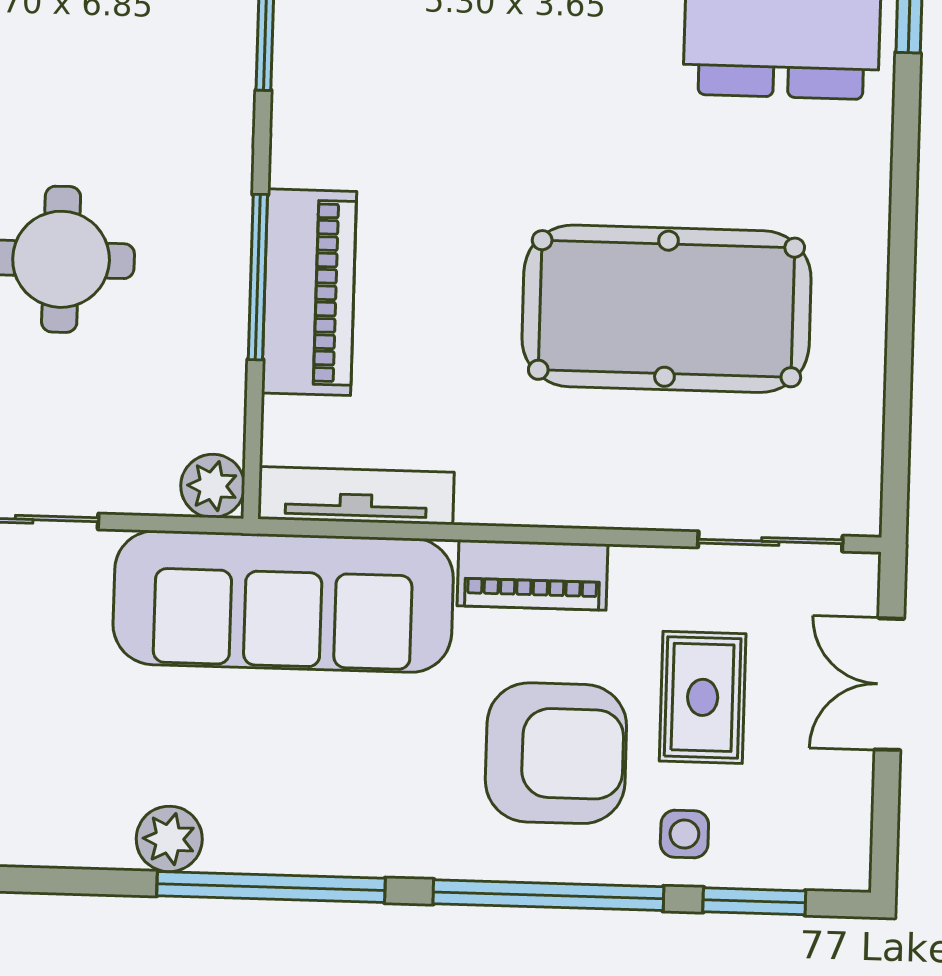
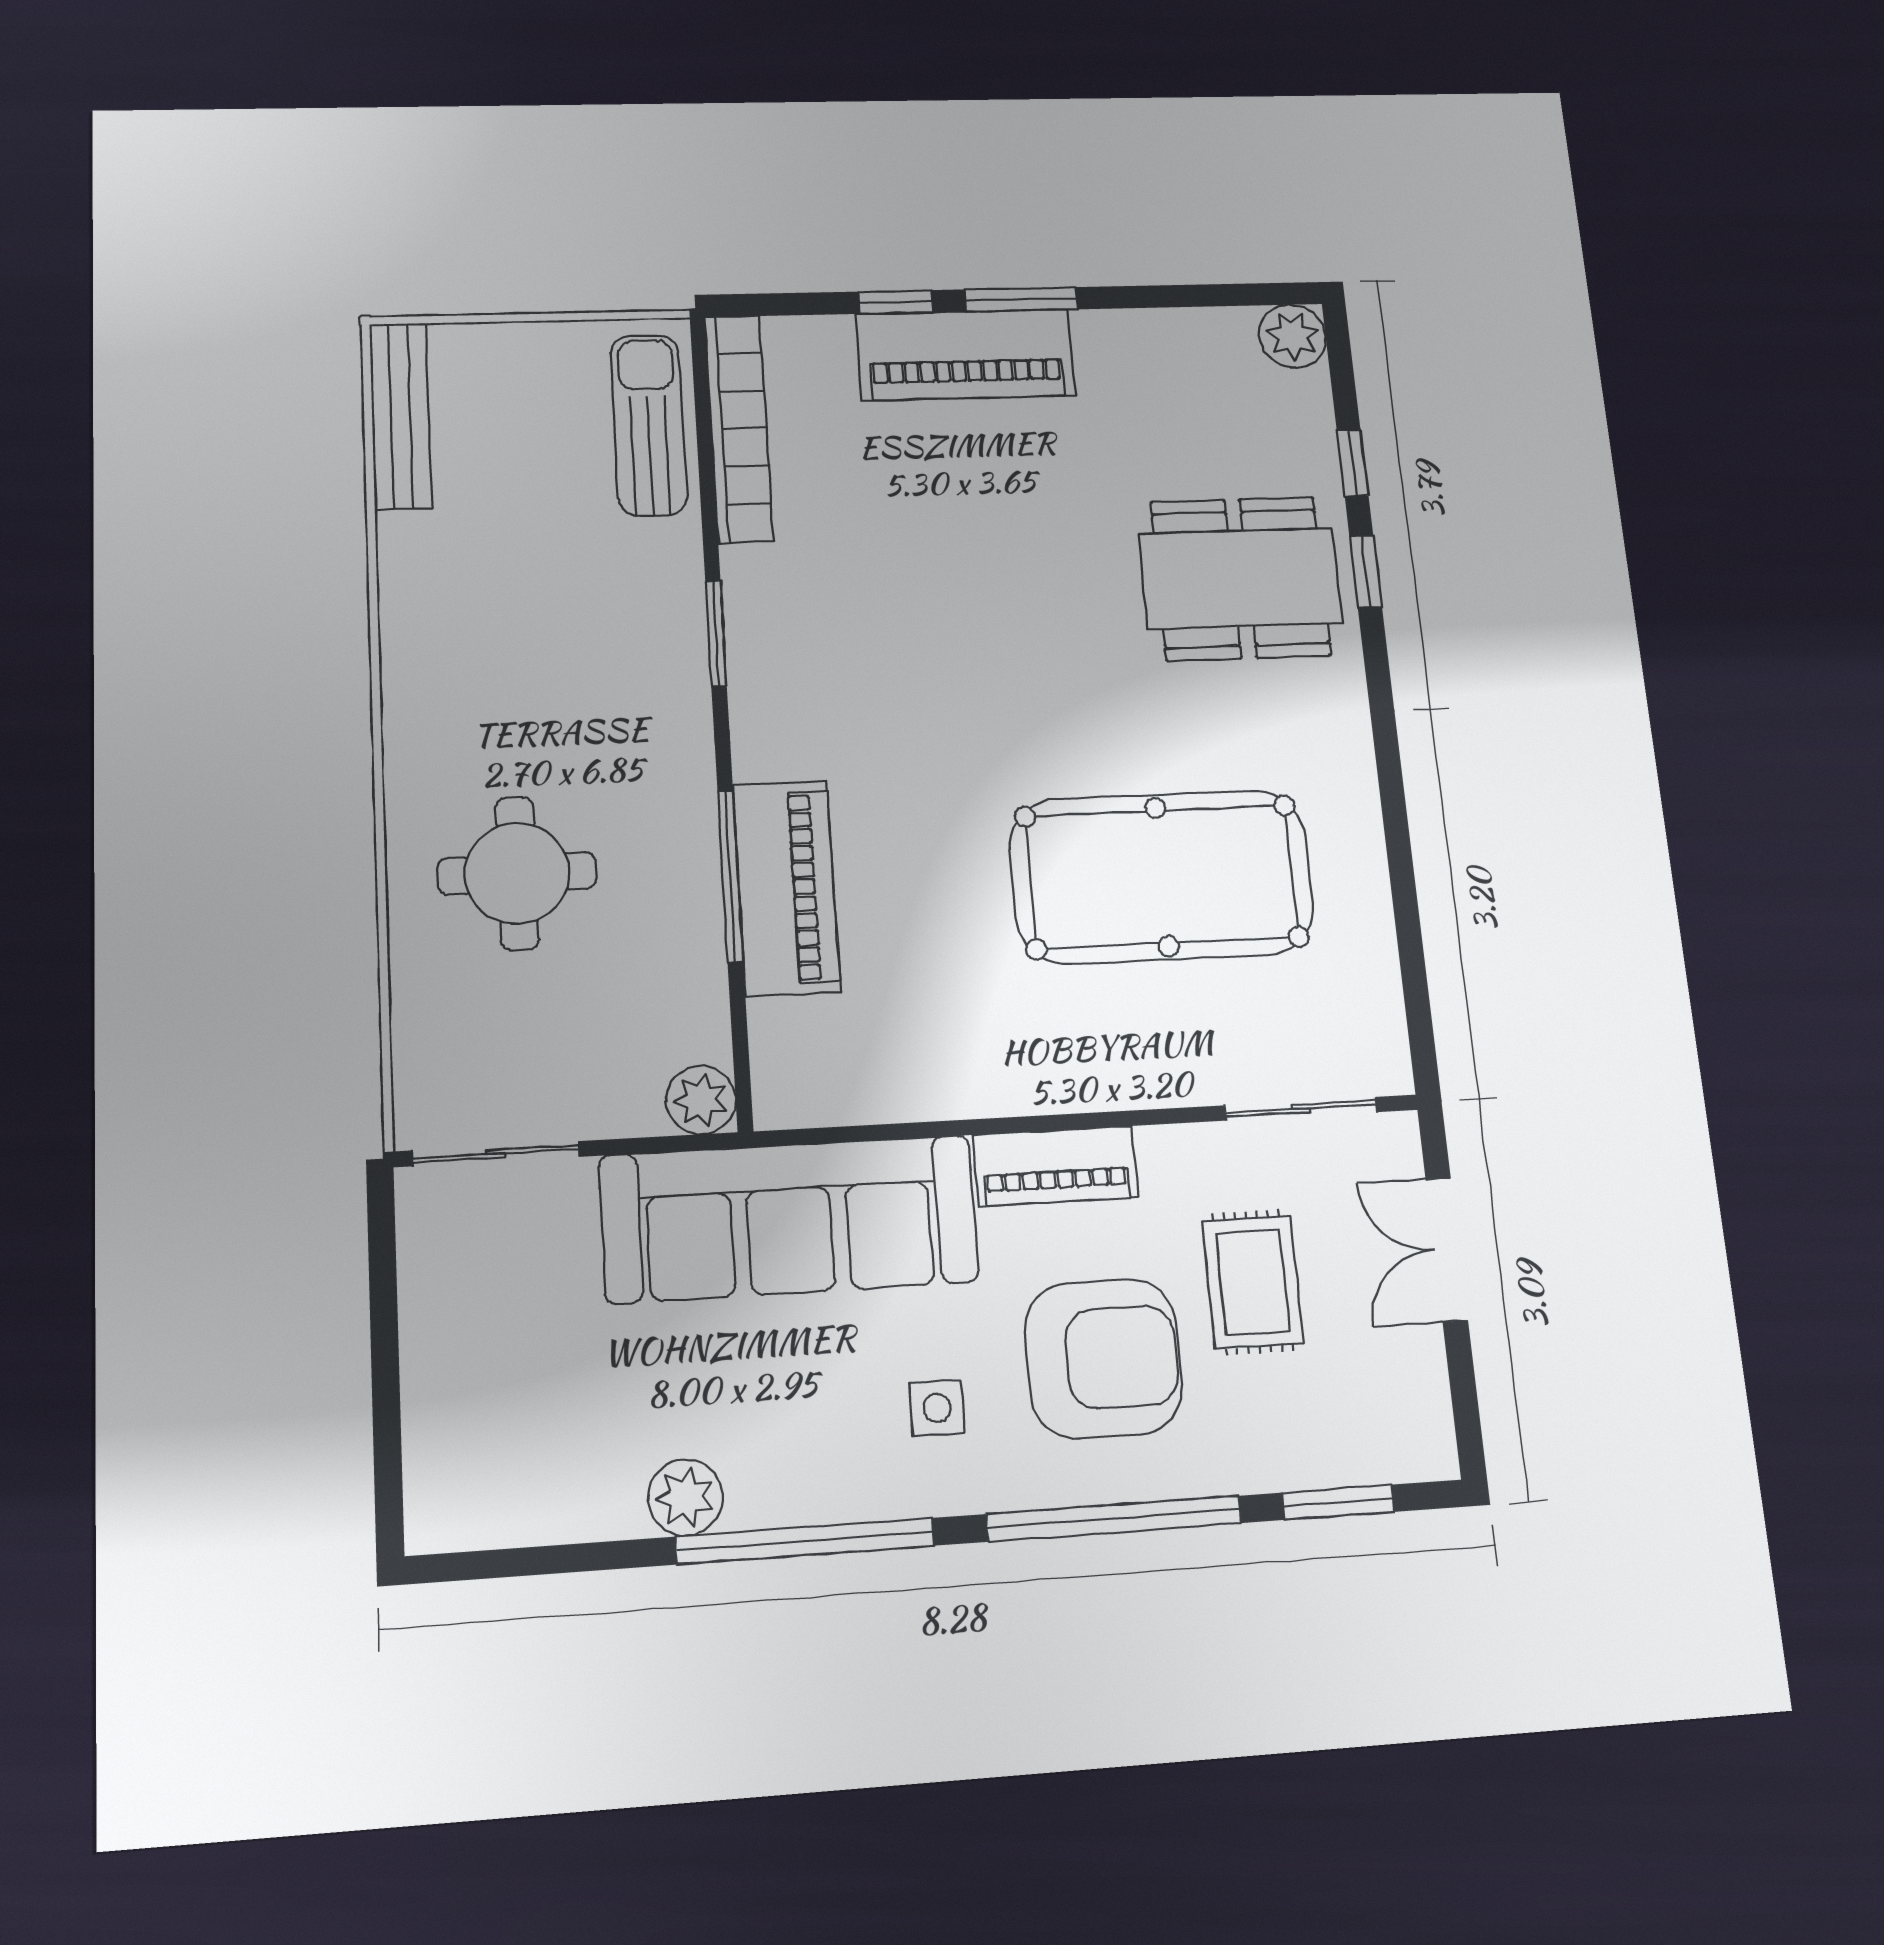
tv unit: (356, 496) -> (857, 1097), removed
side table: (684, 834) -> (937, 1408), moved

